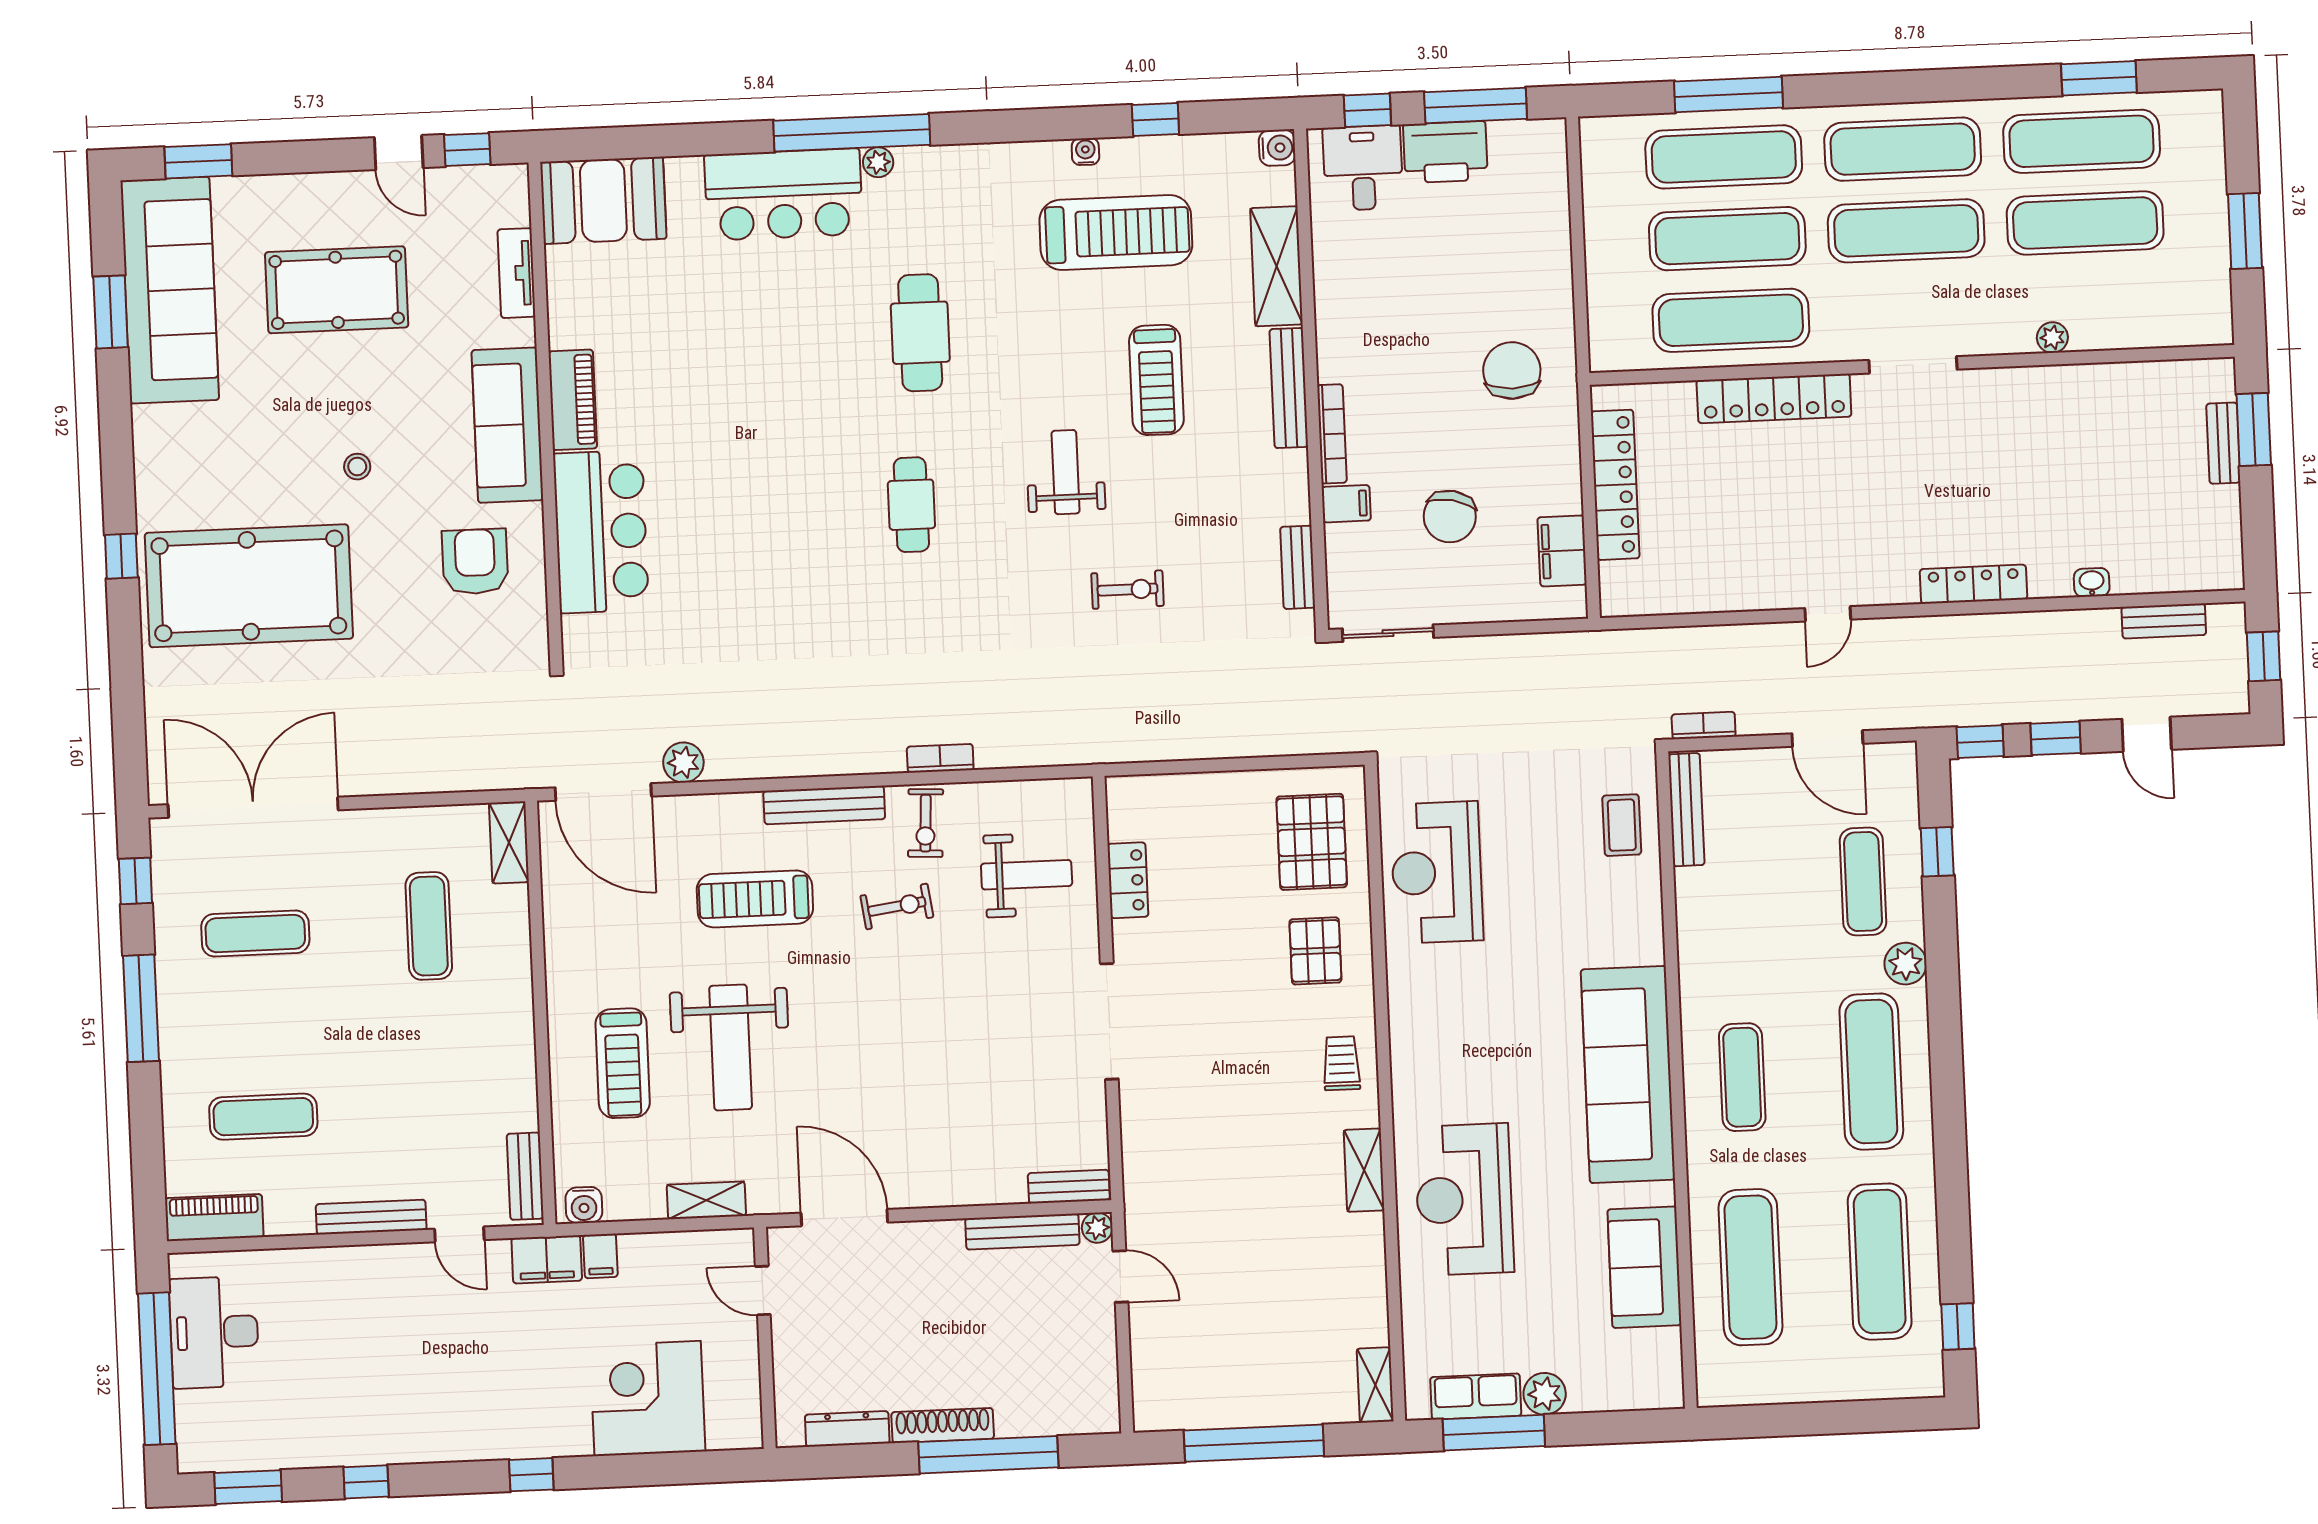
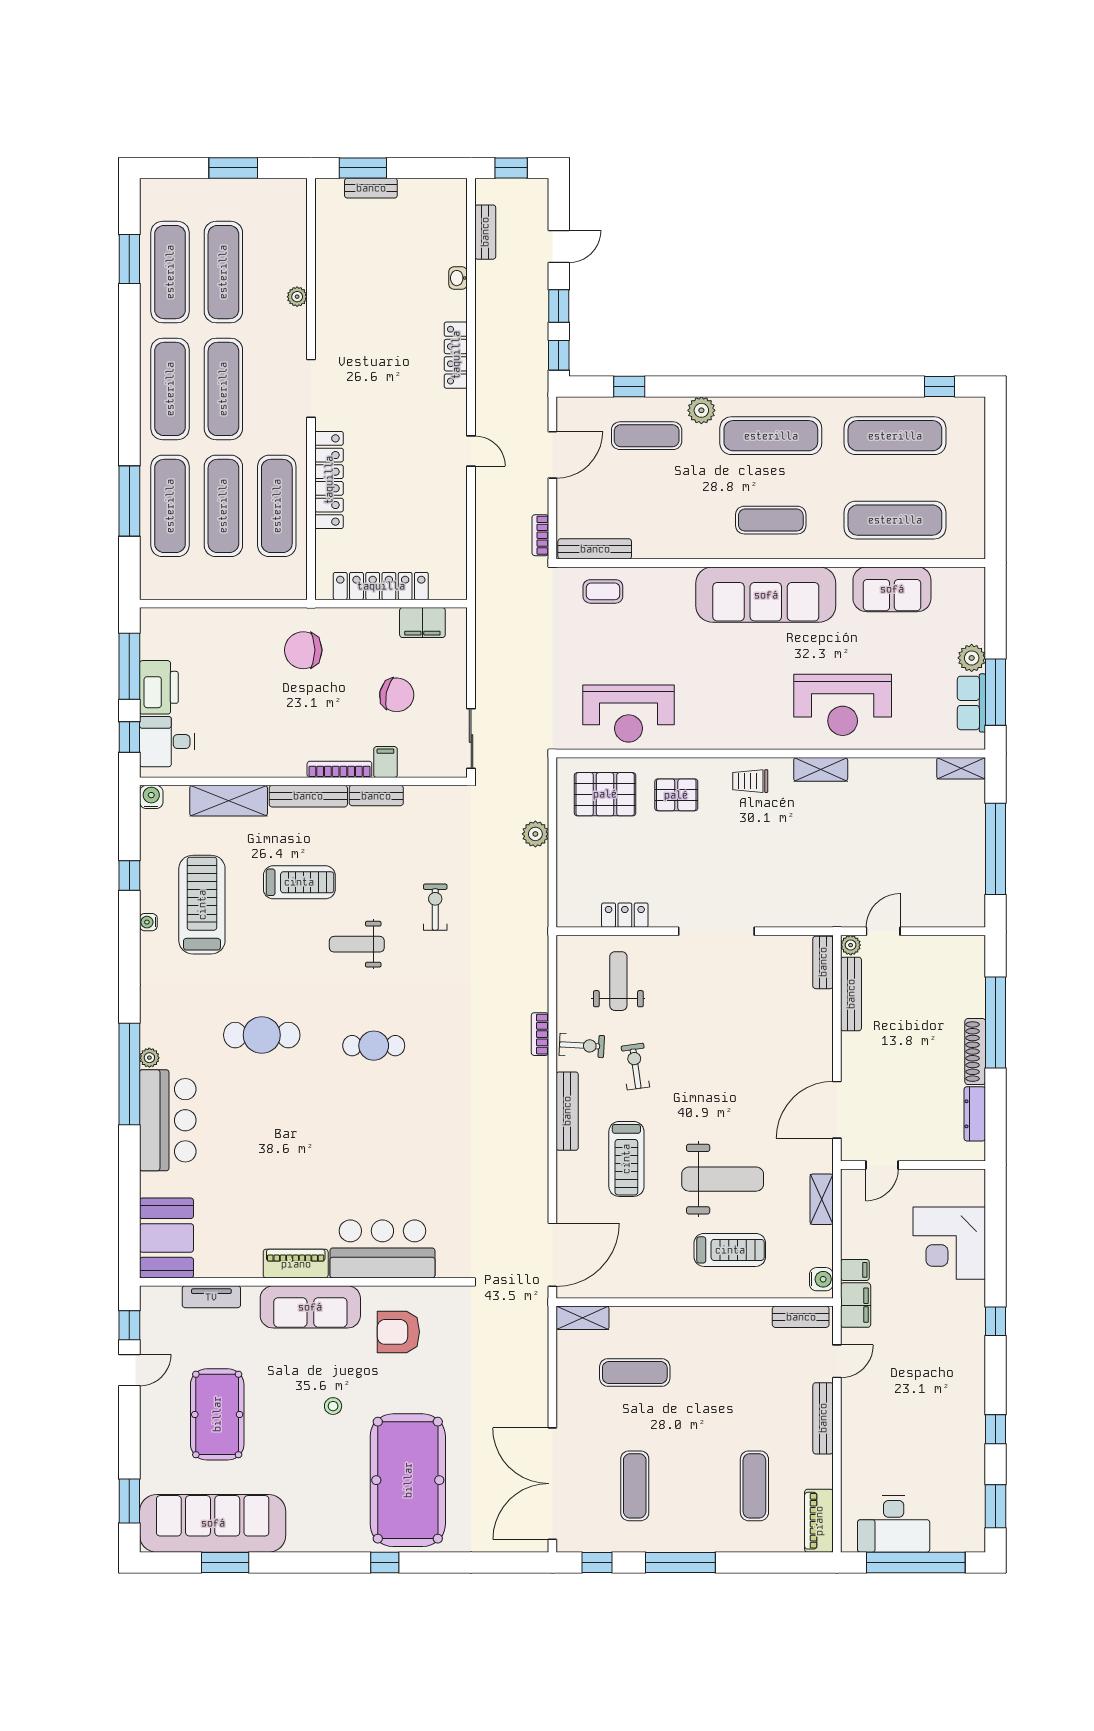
bench: (1298, 567) -> (376, 796), moved
plant: (683, 762) -> (535, 834), moved

